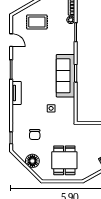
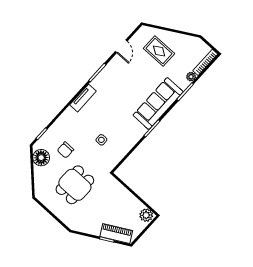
sofa: (66, 76) -> (158, 103), moved
dining table: (64, 160) -> (75, 185), moved
floor lamp: (32, 161) -> (41, 158), moved

